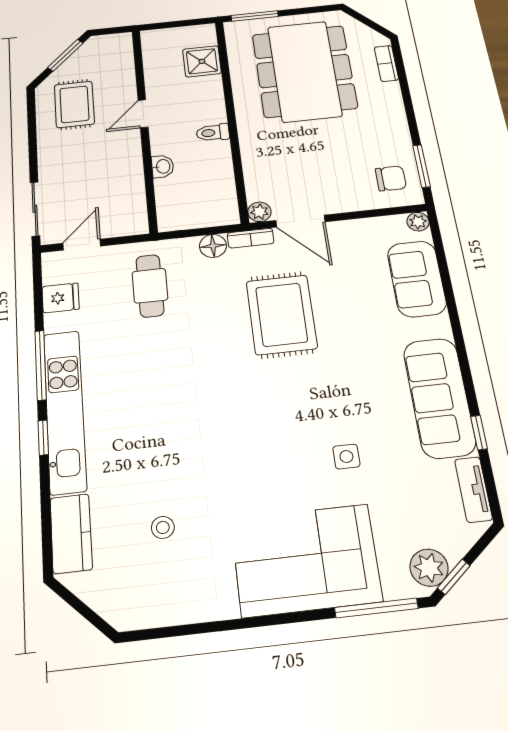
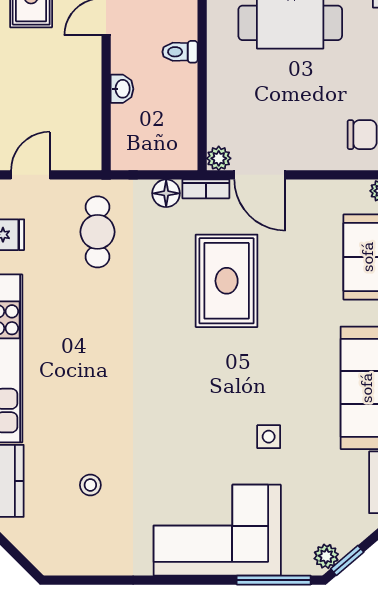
plant: (429, 568) -> (326, 556), width x0.73, depth x0.73

